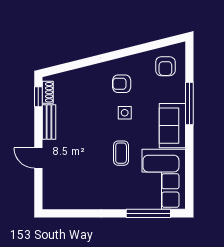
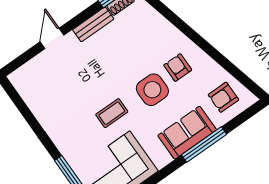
side table: (125, 113) -> (152, 90), width x1.87, depth x1.87
sofa: (172, 126) -> (187, 133), moved

